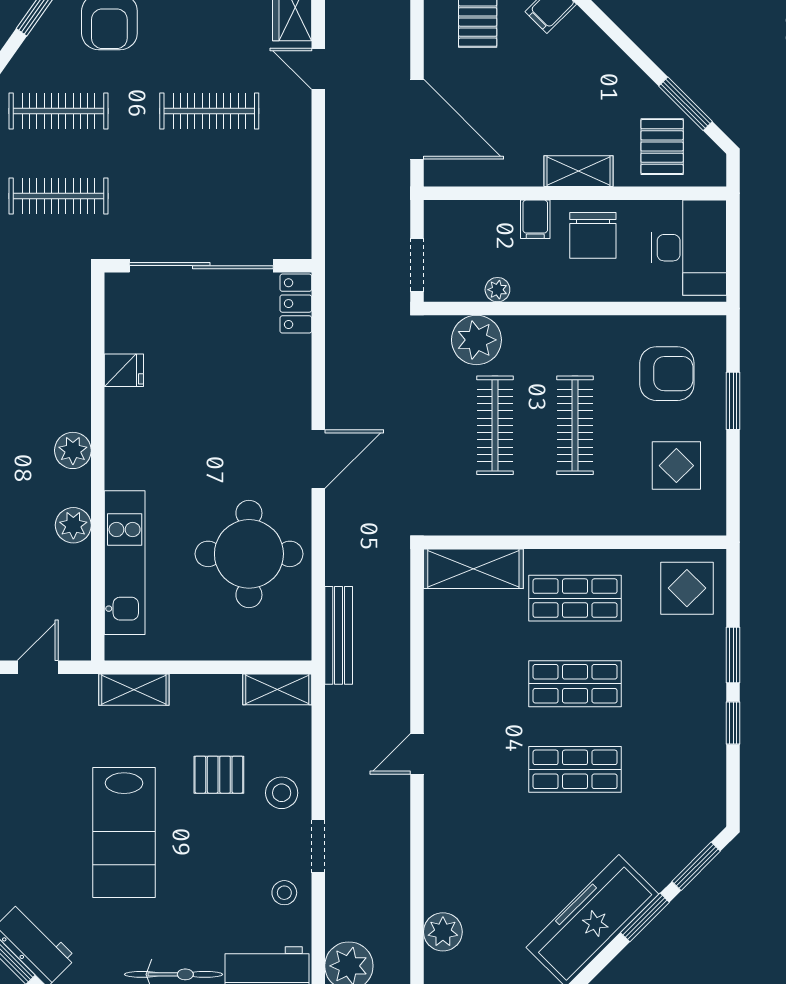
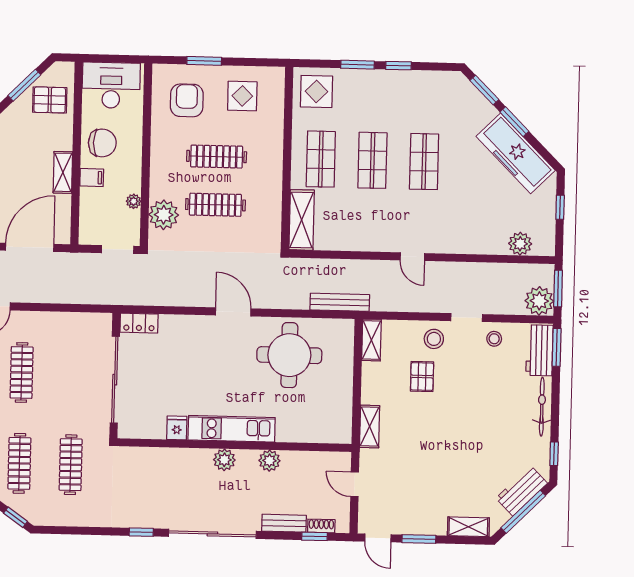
shelving: (578, 171) -> (63, 172), moved
kitchen unit: (125, 563) -> (232, 429), moved
lab bench: (124, 833) -> (456, 435), removed

